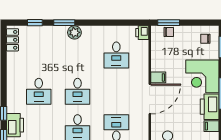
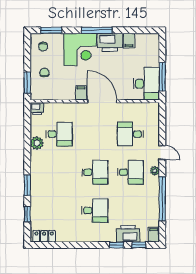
plant: (74, 32) -> (37, 143), moved
chair: (169, 32) -> (44, 73), moved

